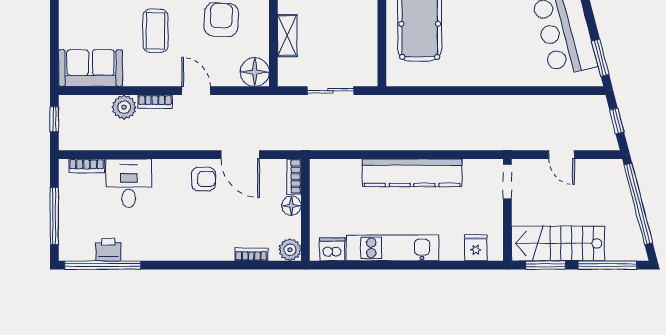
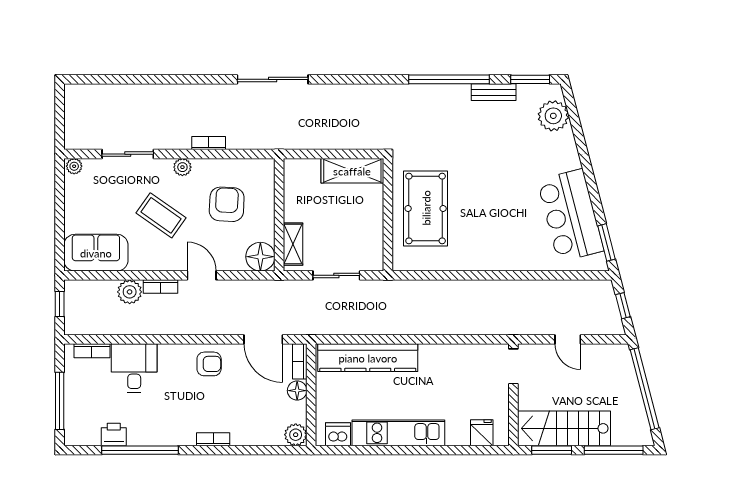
coffee table: (155, 31) -> (161, 215), turned -55
shelving: (287, 36) -> (293, 244), moved
door: (240, 155) -> (263, 339), moved
kitchen counter: (412, 173) -> (368, 358), moved
bookcase: (251, 254) -> (213, 439), moved
window: (103, 265) -> (140, 450), moved

